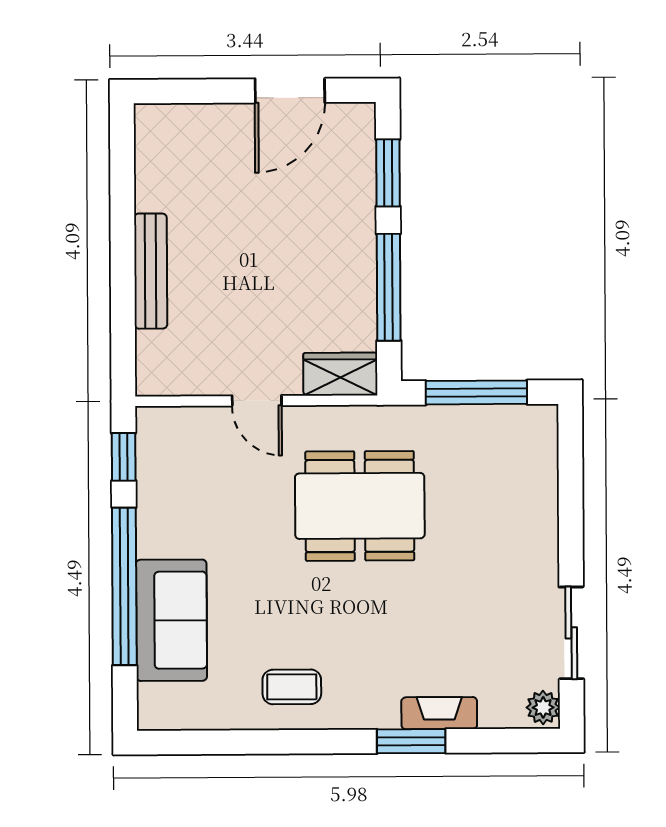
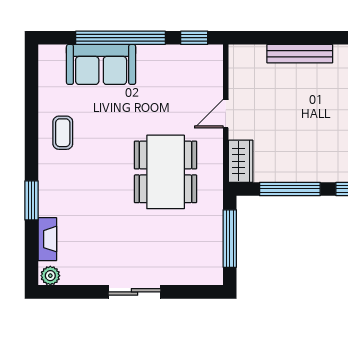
sliding door: (571, 633) -> (134, 292), moved
fireplace: (439, 713) -> (47, 239), moved

